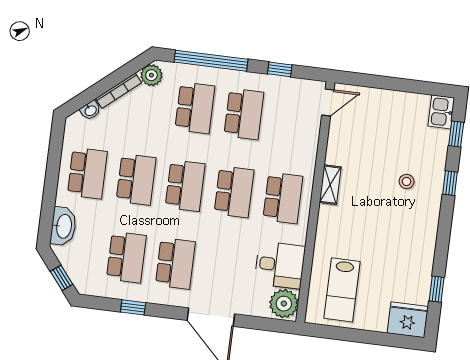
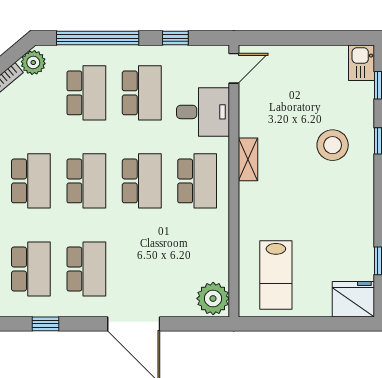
stool: (407, 181) -> (333, 145), width x1.89, depth x1.89
desk: (280, 265) -> (203, 112), moved

